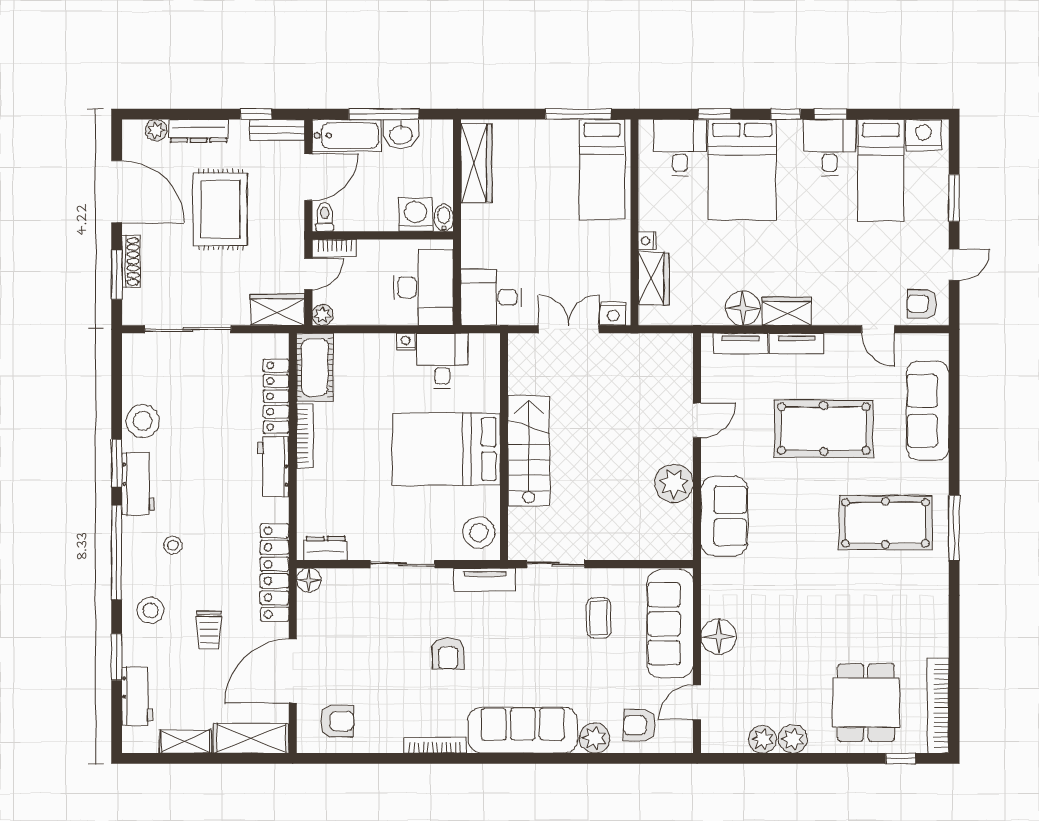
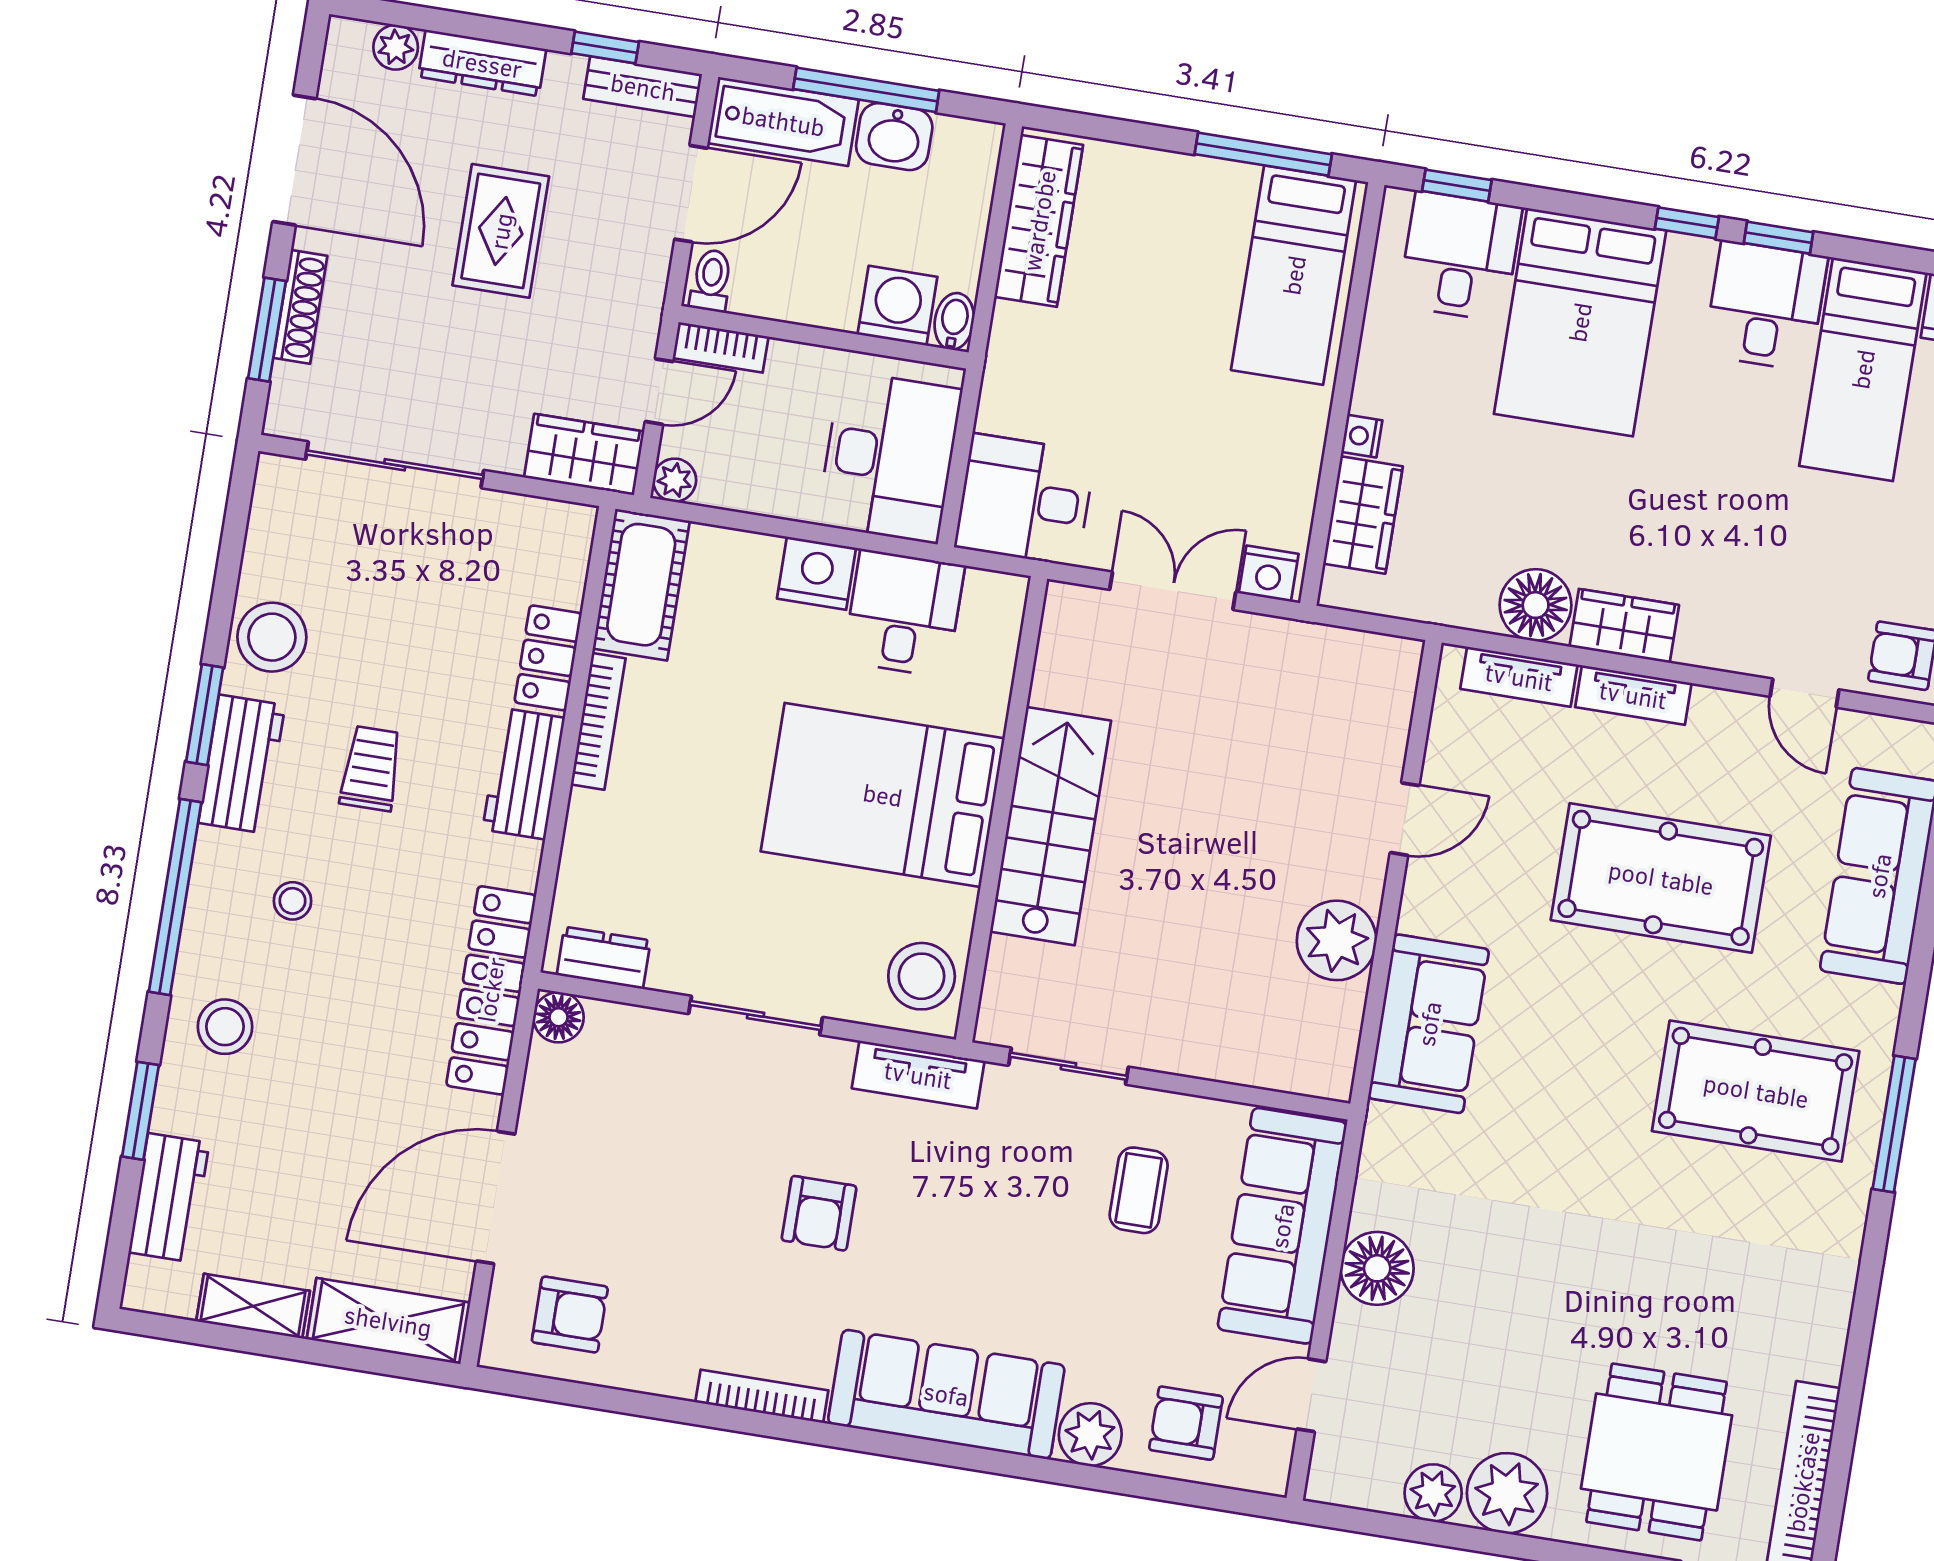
window: (714, 114) -> (1457, 186), moved
rug: (220, 210) -> (501, 231), width x0.73, depth x0.70
nightstand: (406, 342) -> (817, 573), width x1.89, depth x1.79
locker: (276, 396) -> (548, 658), width x0.66
trolley: (209, 630) -> (371, 769), moved, turned 180
plant: (793, 739) -> (1507, 1493), width x1.36, depth x1.36

